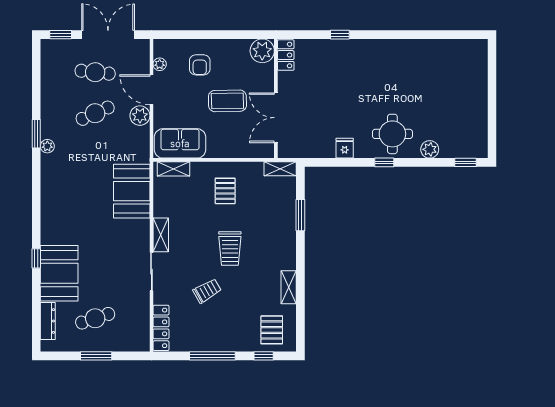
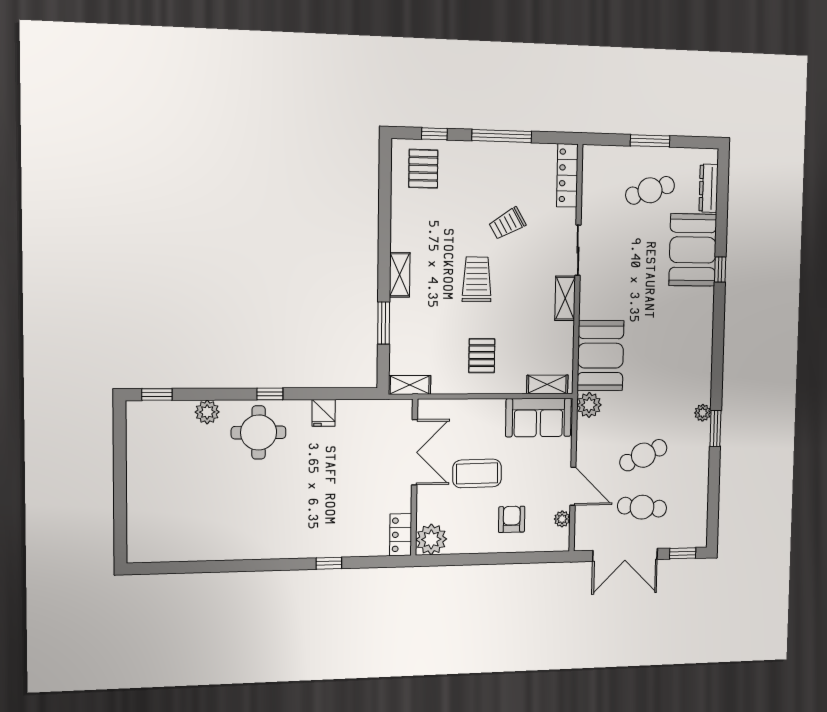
plant: (140, 116) -> (589, 405), moved
shelving: (289, 287) -> (400, 275), moved

